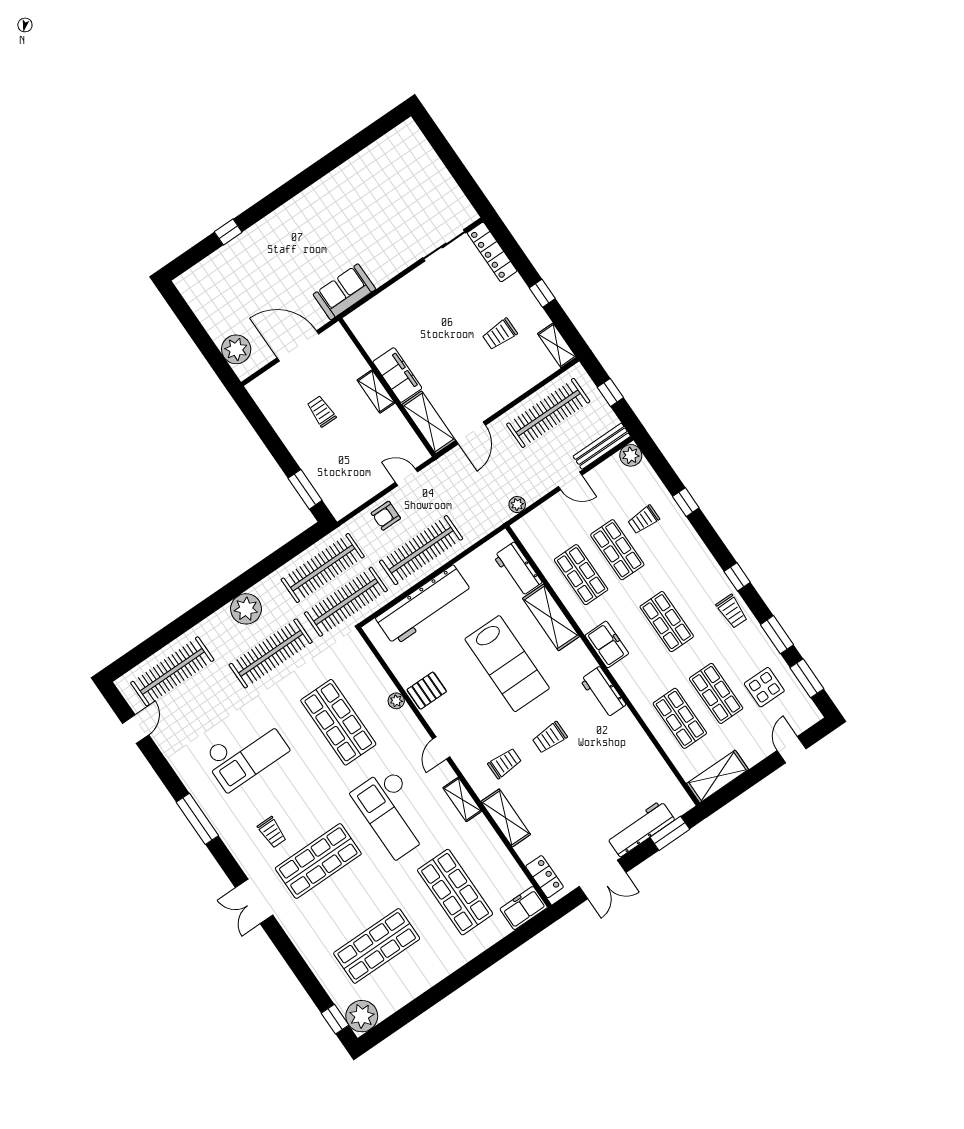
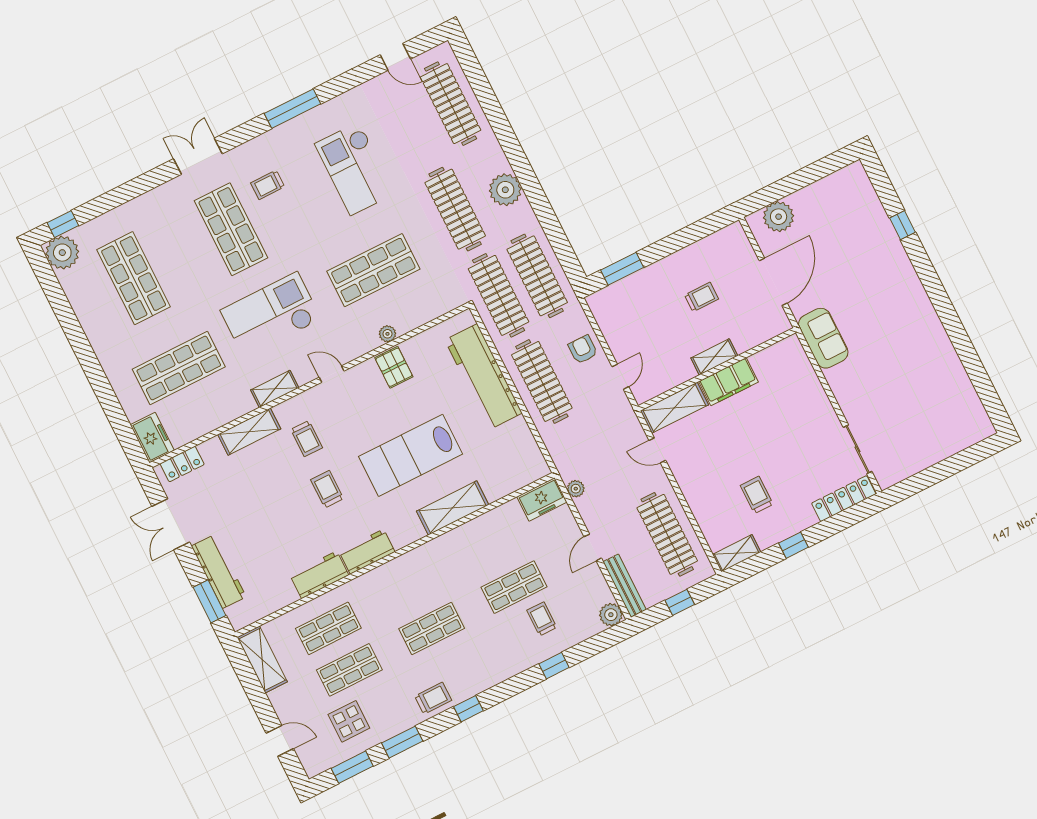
door: (471, 433) -> (657, 450), width x0.73
workbench: (518, 569) -> (319, 575), moved
shop shelf: (581, 575) -> (493, 546), removed
trolley: (732, 611) -> (433, 698), turned 180
freezer: (607, 644) -> (542, 499), moved

